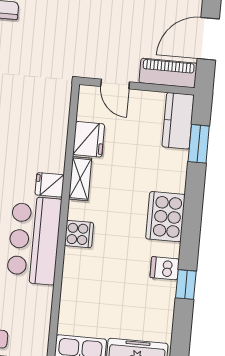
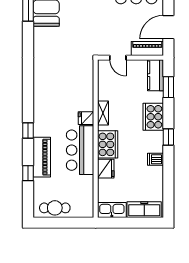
fridge: (89, 139) -> (106, 169), moved
cooker: (165, 217) -> (153, 117), moved
cooker: (79, 234) -> (108, 144), width x1.87, depth x1.31
window: (186, 284) -> (168, 137), moved

